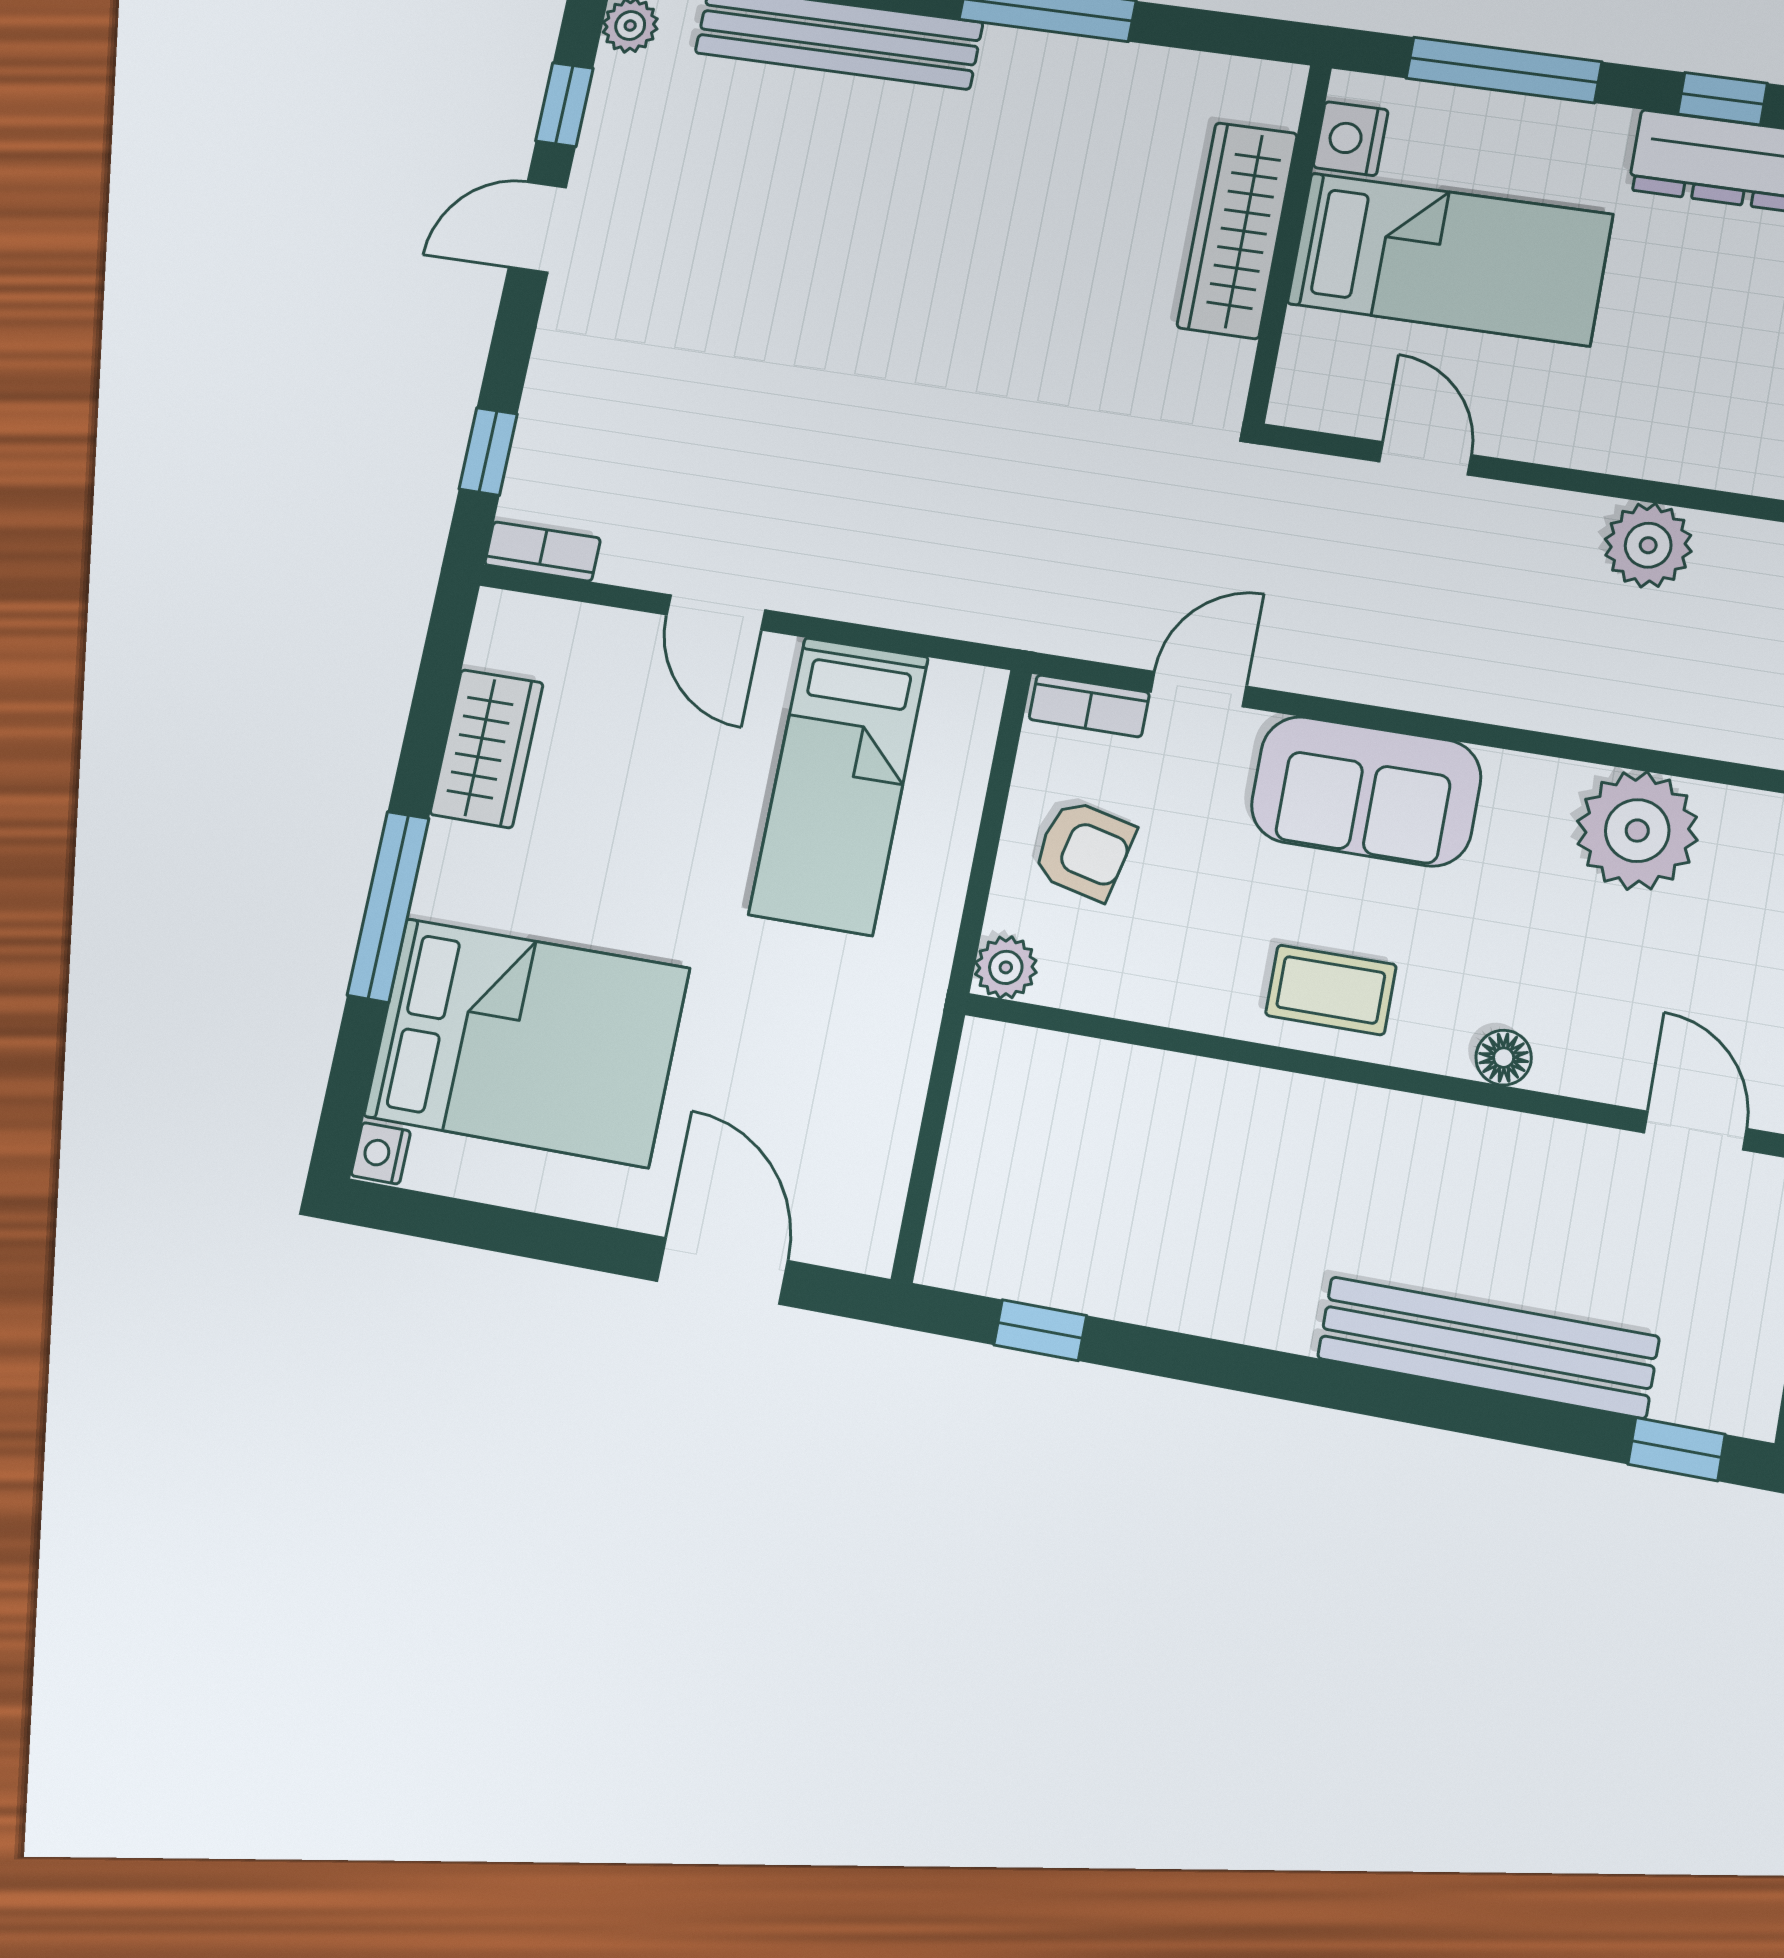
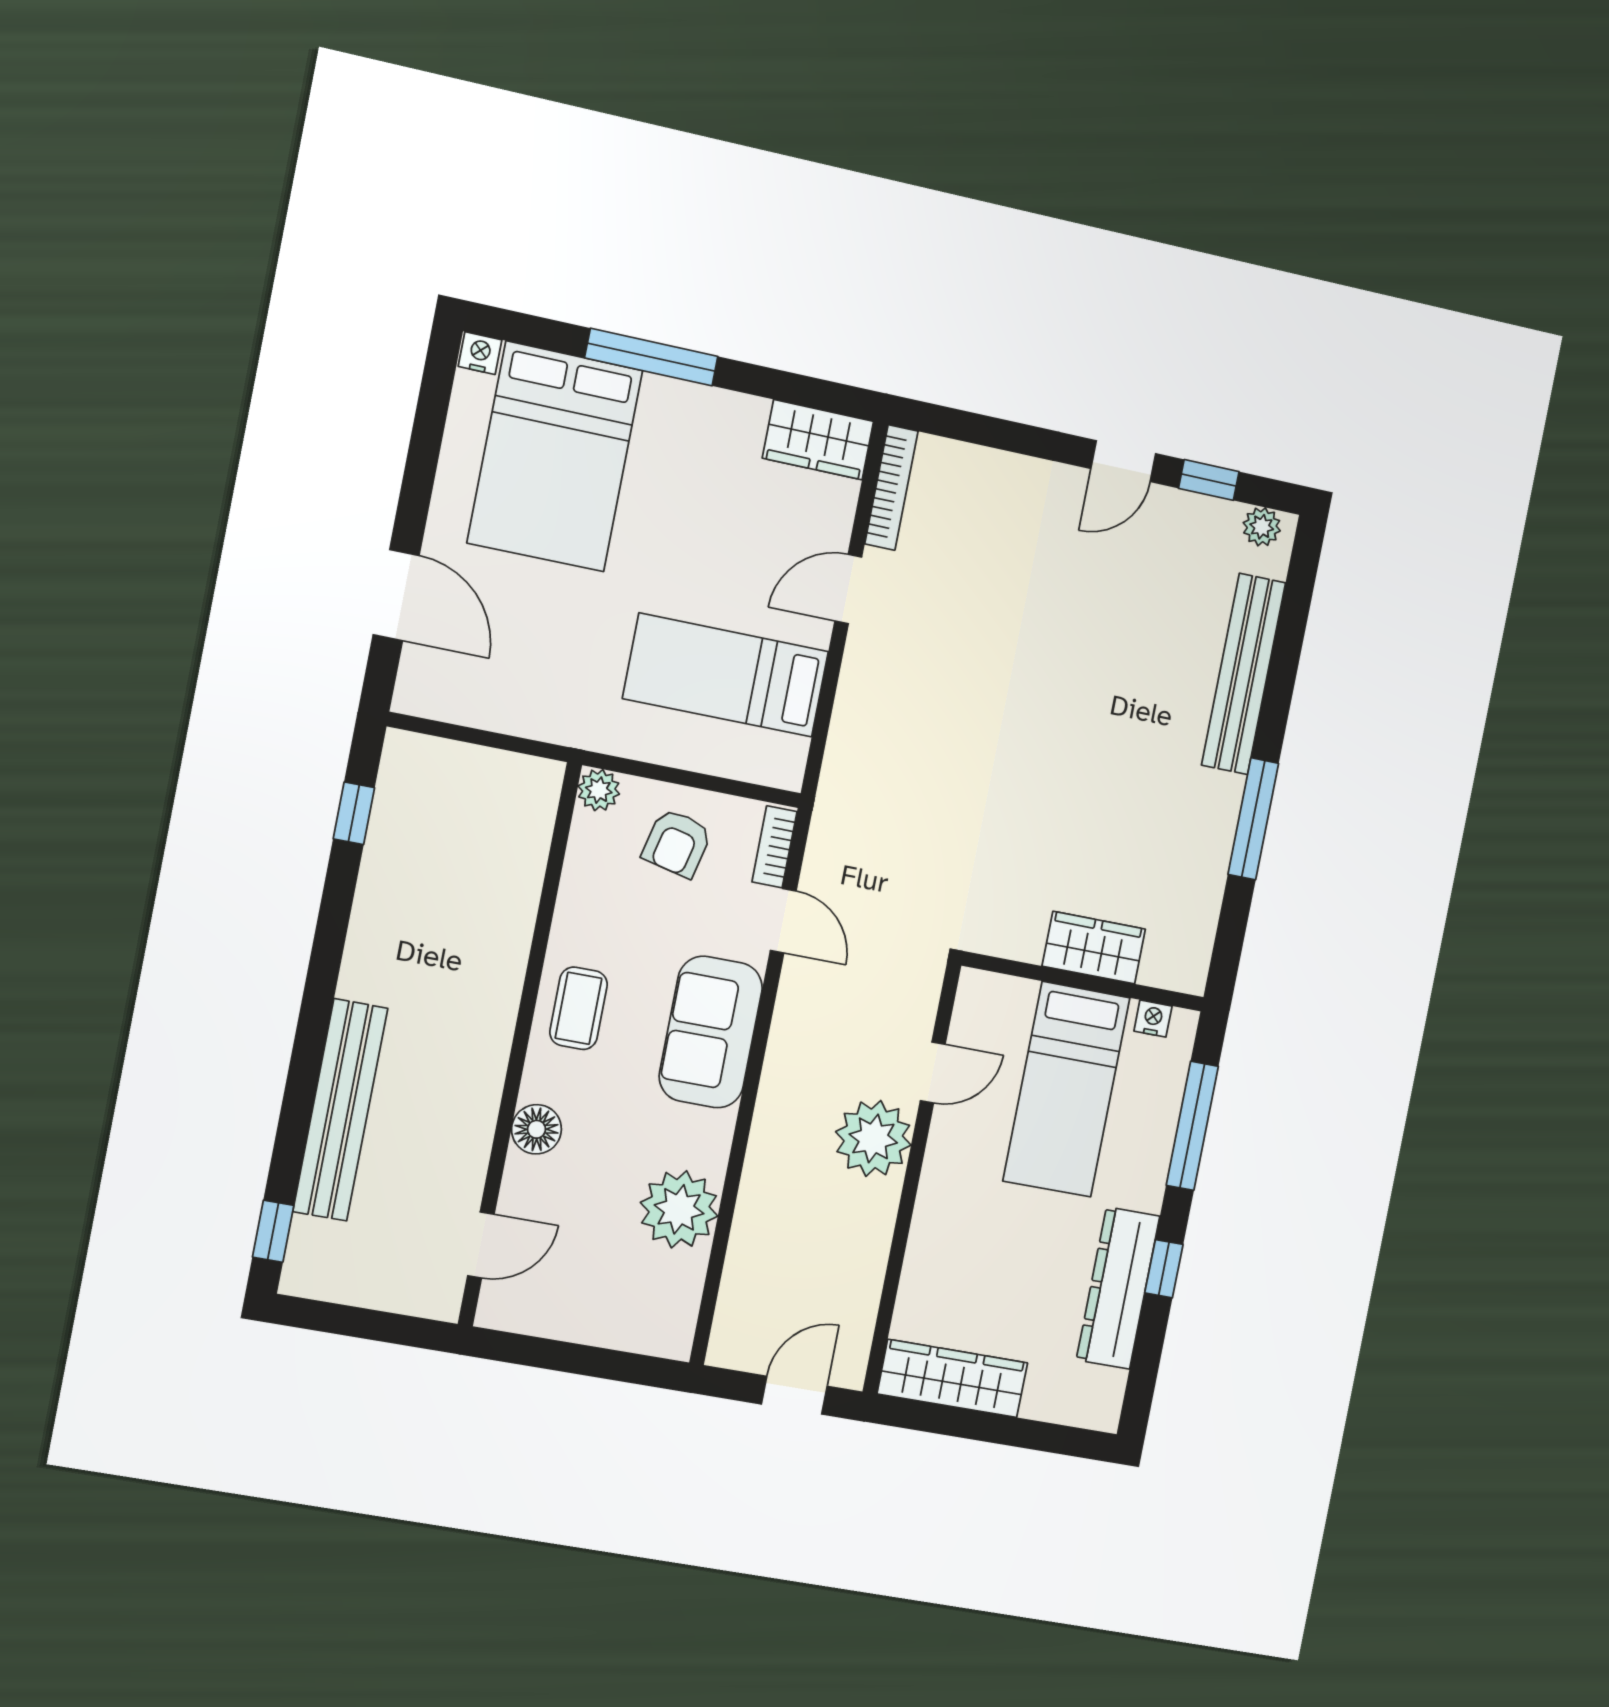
nightstand: (1351, 139) -> (1153, 1019), width x0.72, depth x0.74
door: (537, 227) -> (1123, 461), swing flipped
wardrobe: (1237, 230) -> (1094, 948), width x0.67
window: (488, 451) -> (967, 427), removed
plant: (1648, 545) -> (873, 1138), moved, width x1.36, depth x1.36
bookcase: (542, 551) -> (891, 488), width x1.56
wardrobe: (487, 749) -> (818, 440), moved
floor lamp: (1504, 1058) -> (536, 1129), width x1.37, depth x1.37
door: (722, 1271) -> (396, 595), hinge flipped

